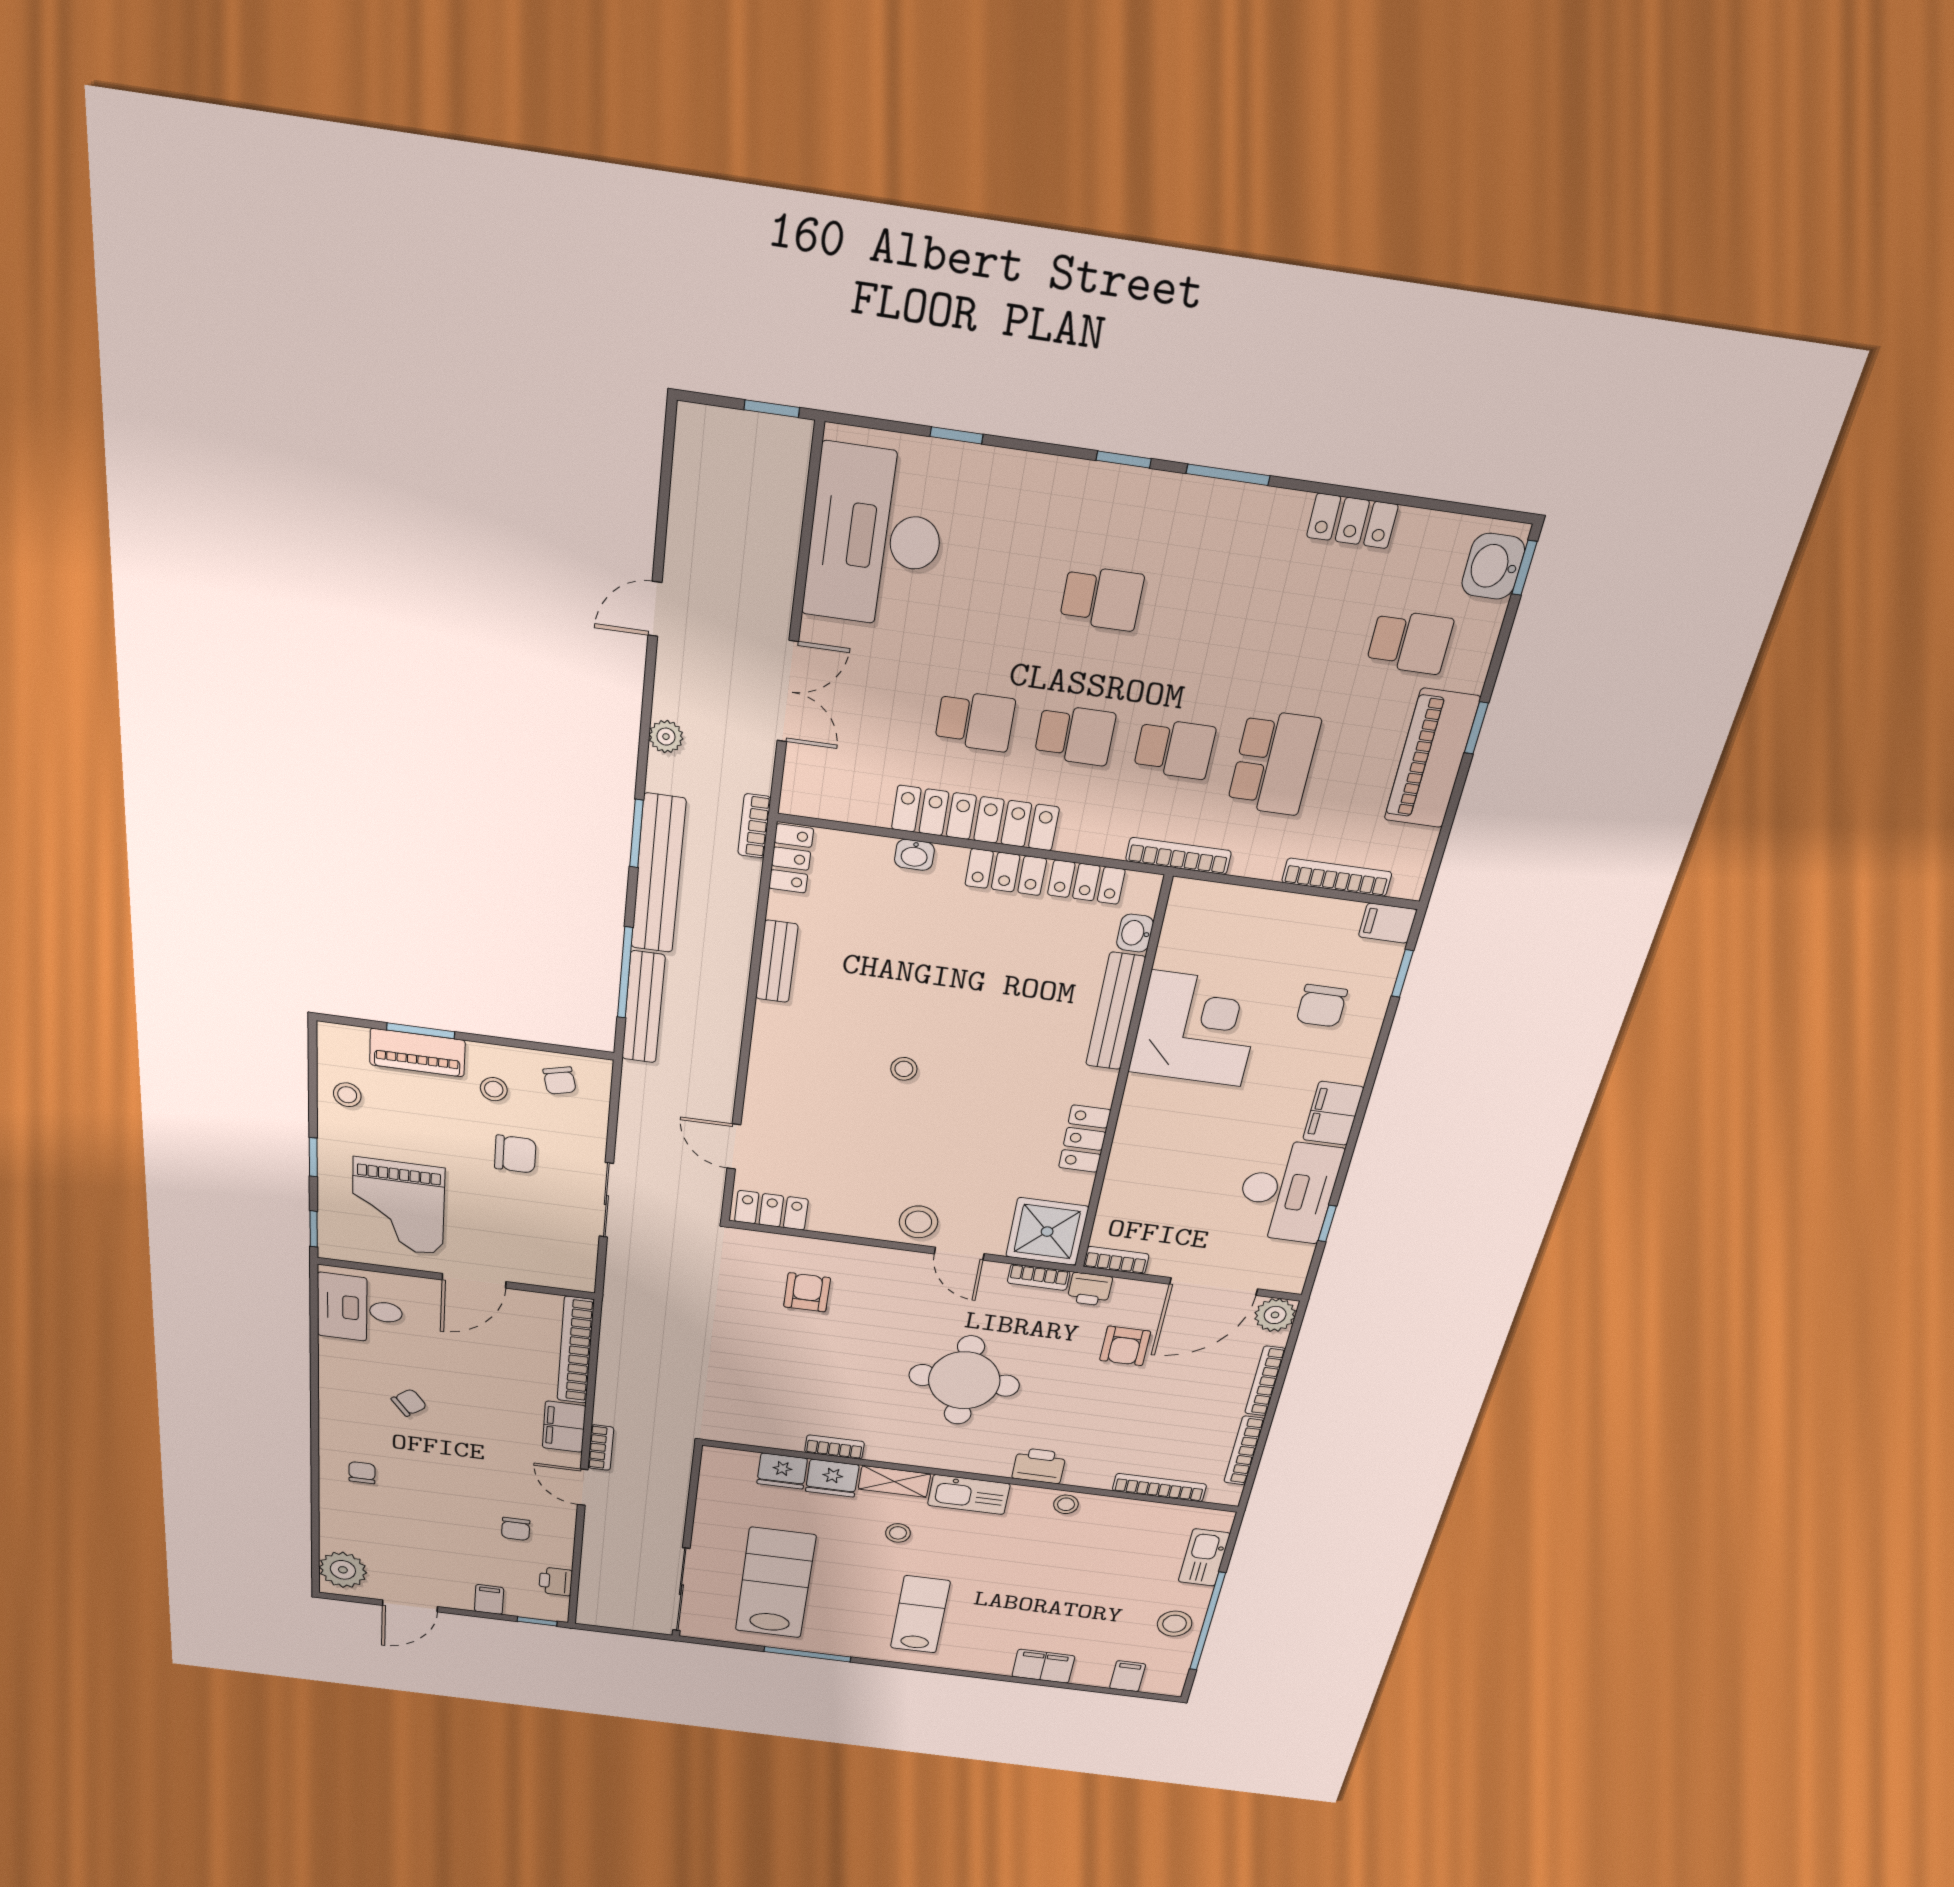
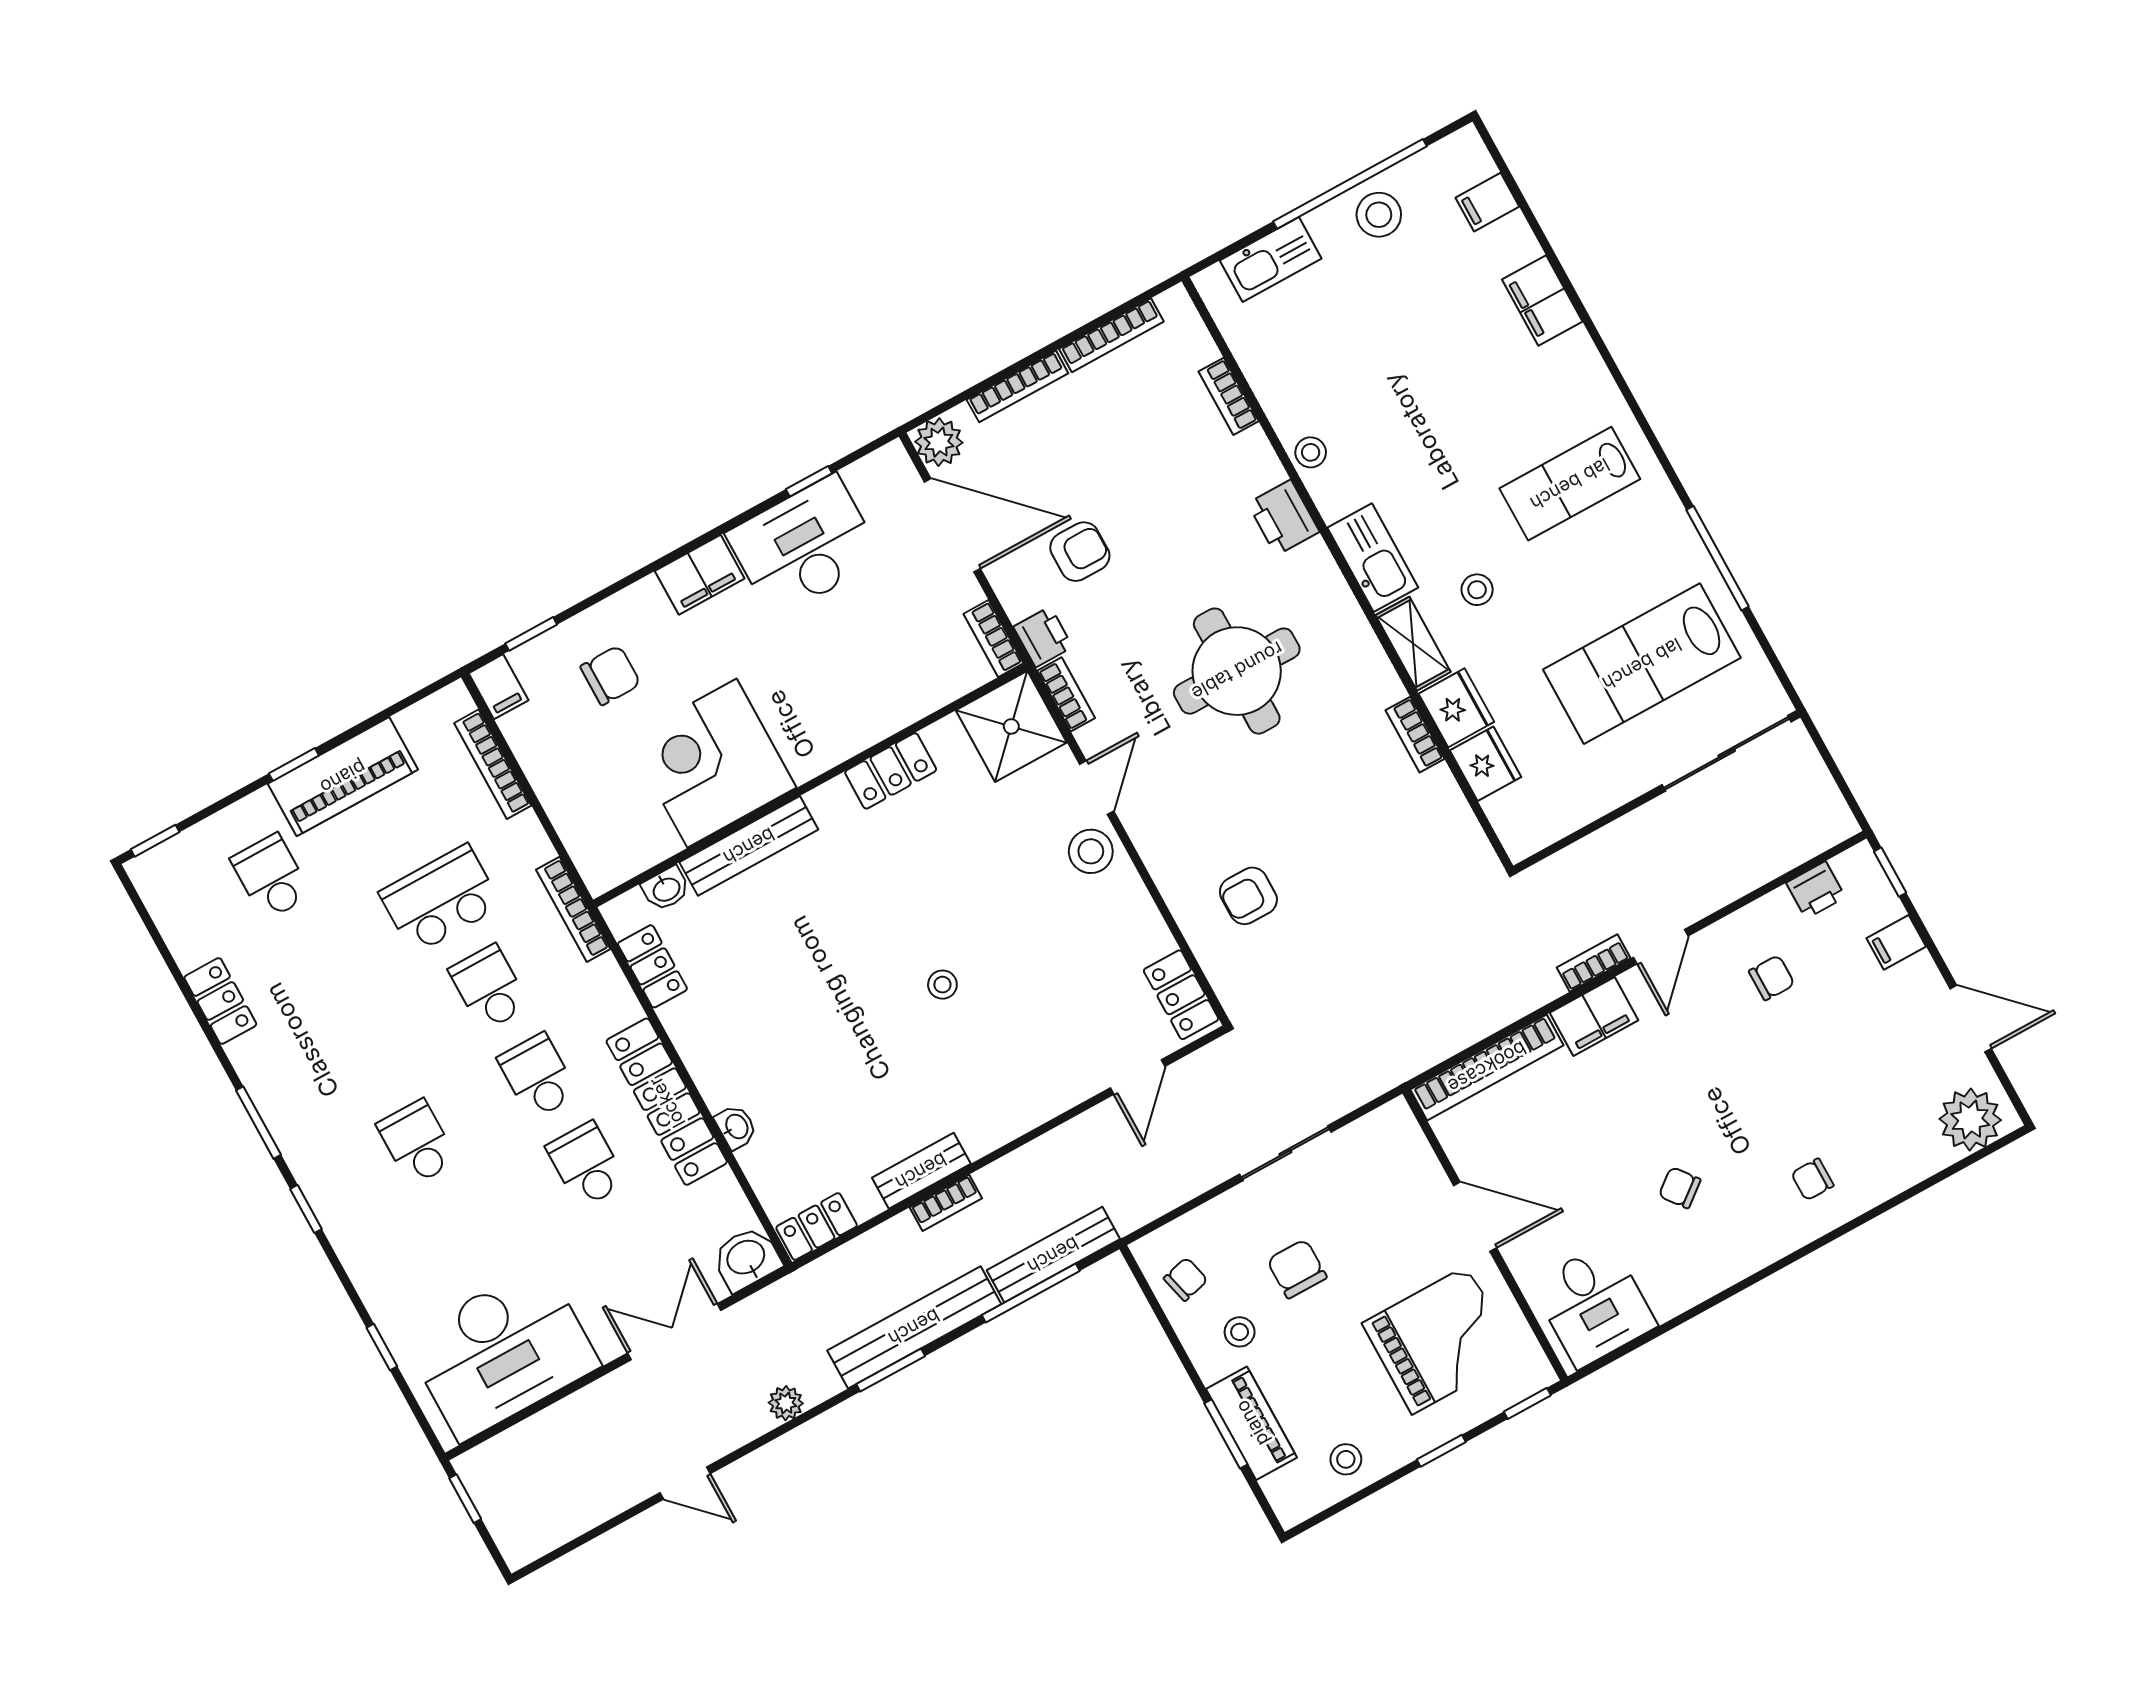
washbasin: (1493, 566) -> (746, 1258), moved, turned 180
bookcase: (754, 826) -> (946, 1203), moved
locker: (1006, 872) -> (694, 1040), removed
bookcase: (1159, 1488) -> (1229, 396), width x0.64

